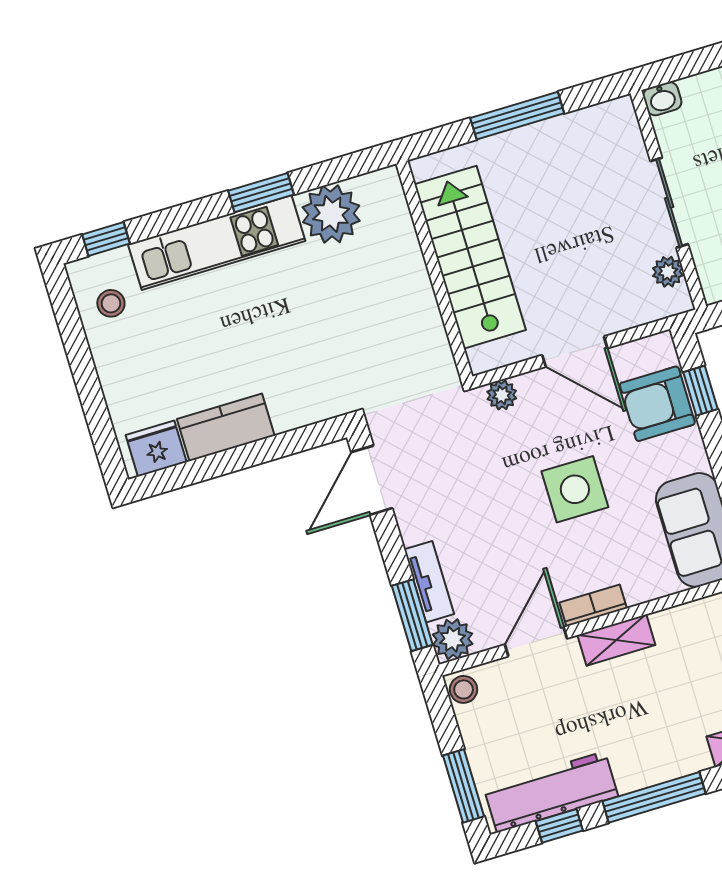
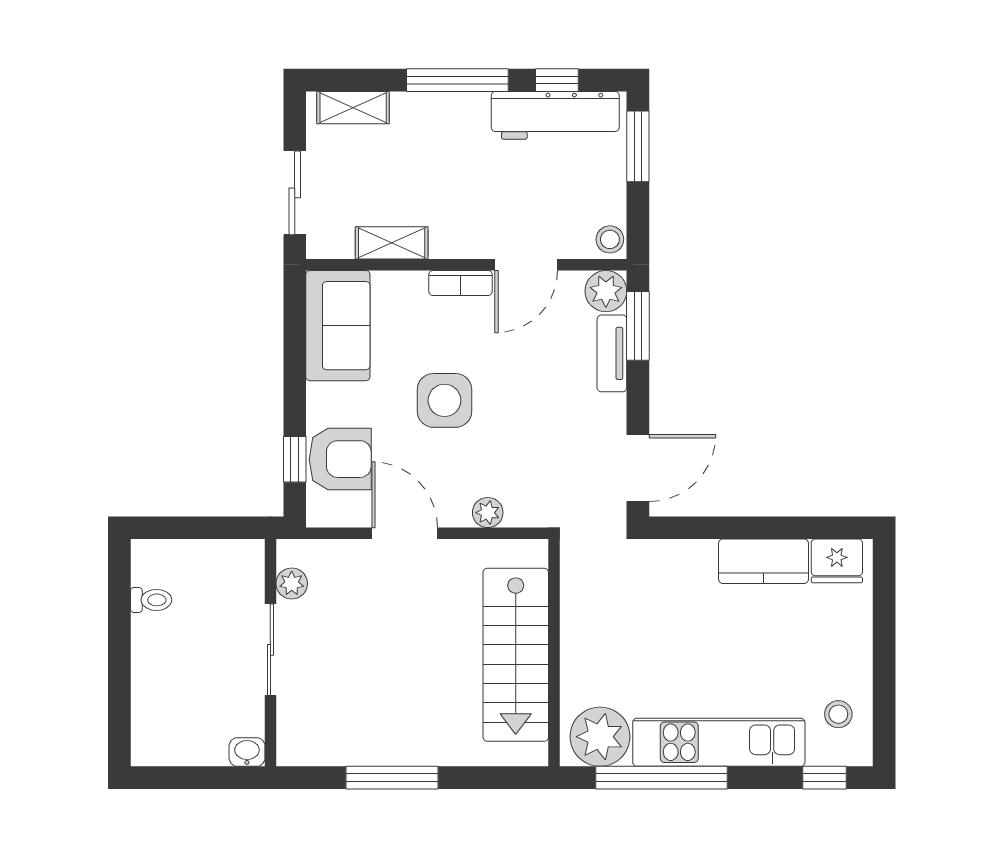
window: (261, 193) -> (661, 778), width x2.11
stairs: (470, 257) -> (516, 655), moved
wall: (434, 270) -> (554, 653), moved
shelving: (616, 640) -> (392, 243), moved

